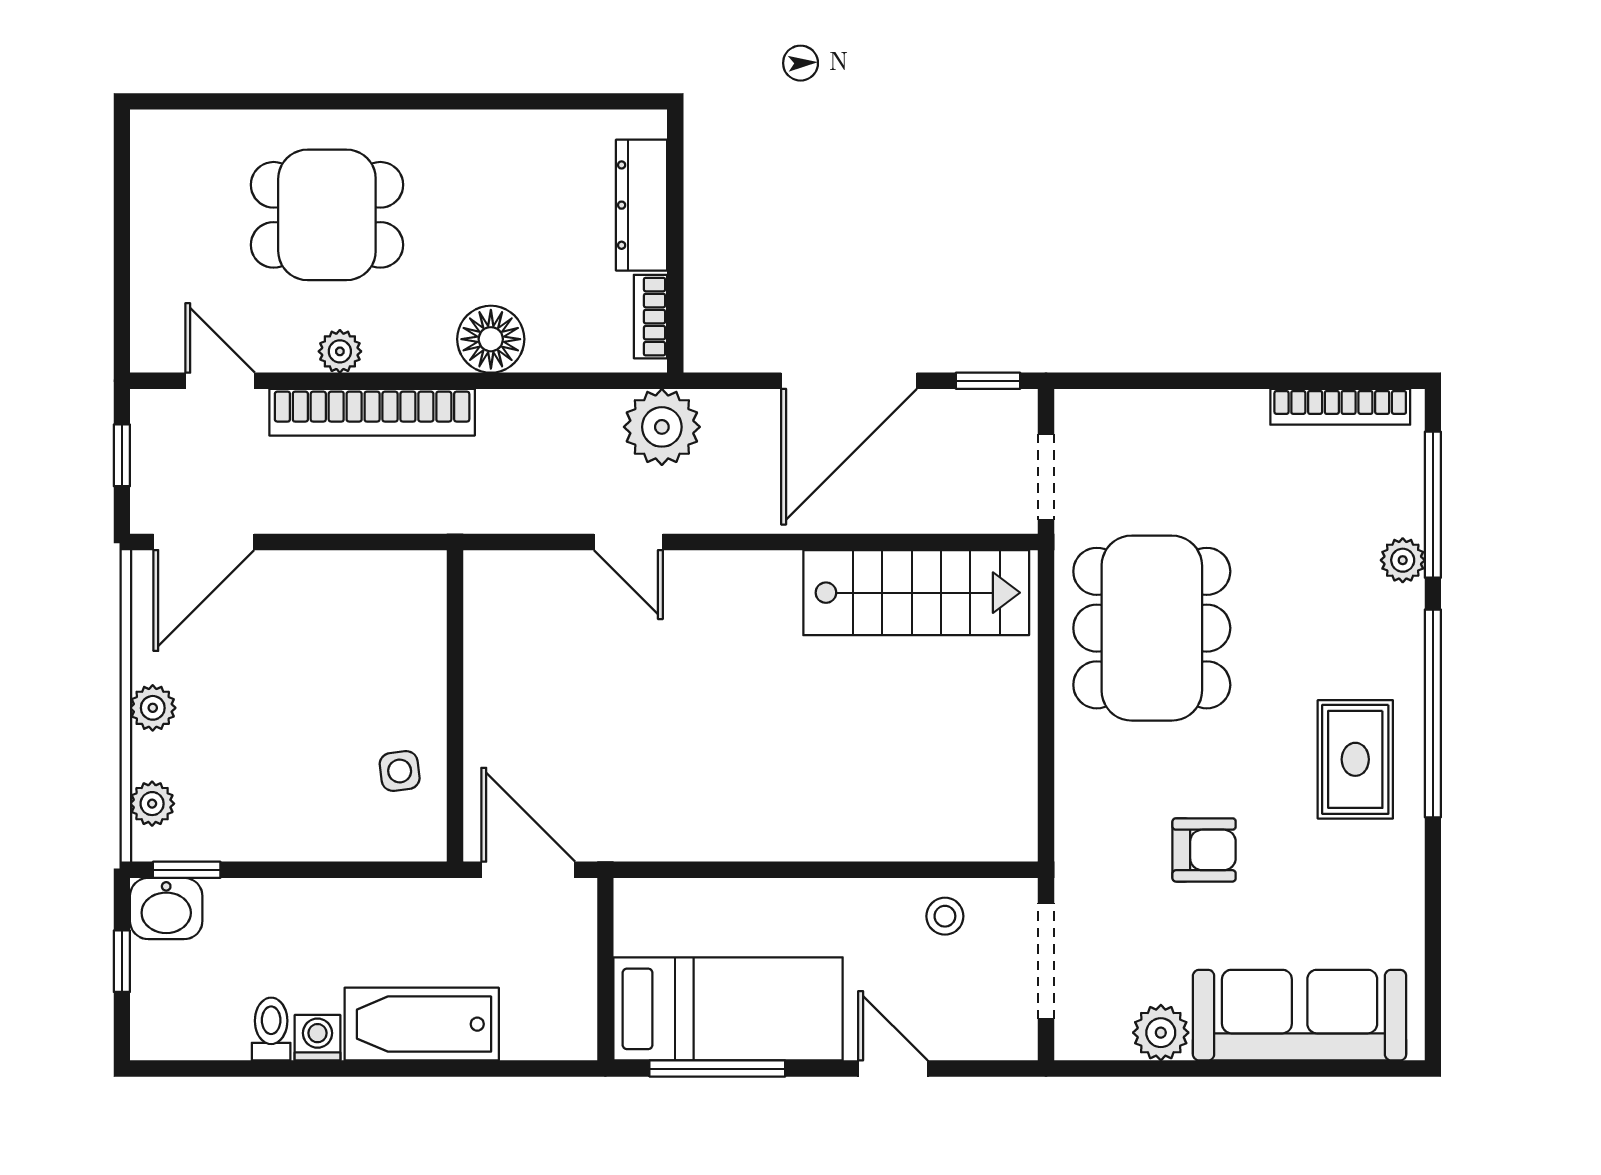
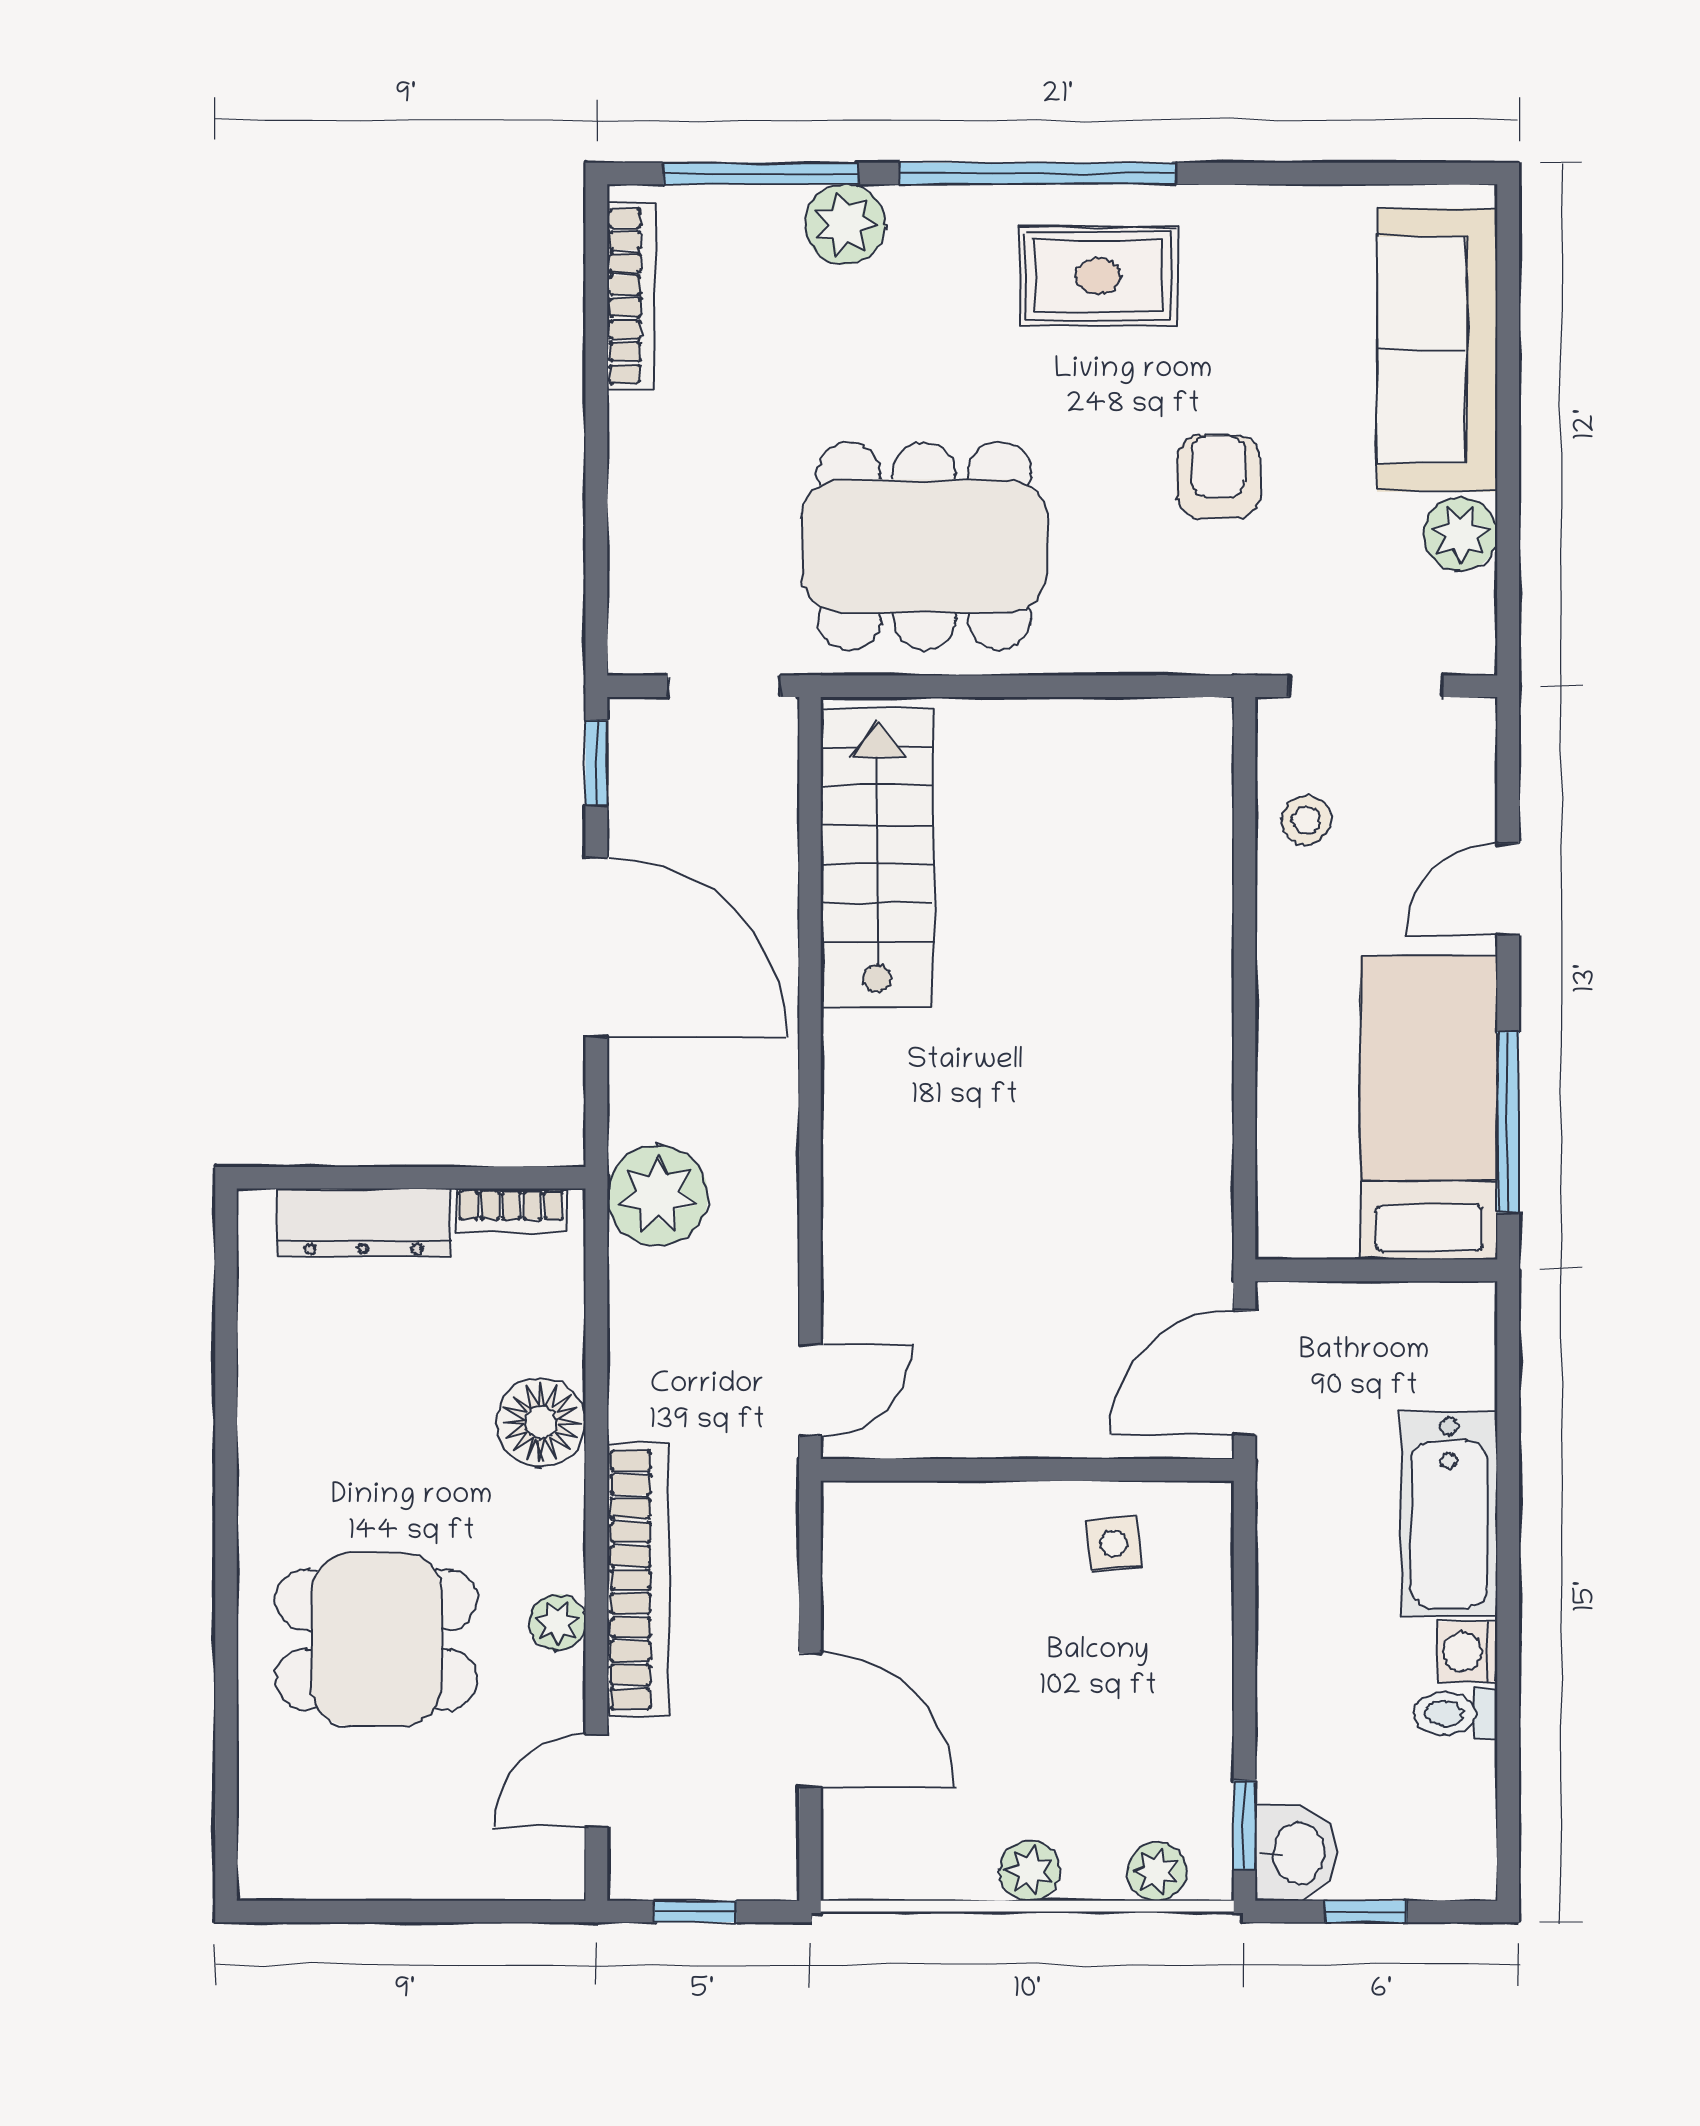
dining table: (327, 215) -> (376, 1640), turned 90
door: (204, 542) -> (810, 1720), moved
door: (628, 542) -> (810, 1390), moved
plant: (1403, 560) -> (845, 224), width x1.38, depth x1.38

